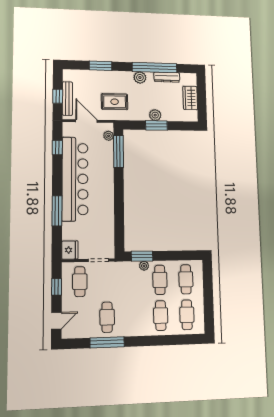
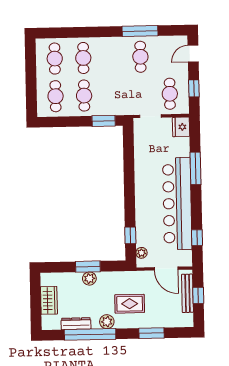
rug: (115, 102) -> (130, 304), moved
window: (118, 151) -> (130, 235), width x0.46
plant: (144, 266) -> (101, 111), removed

